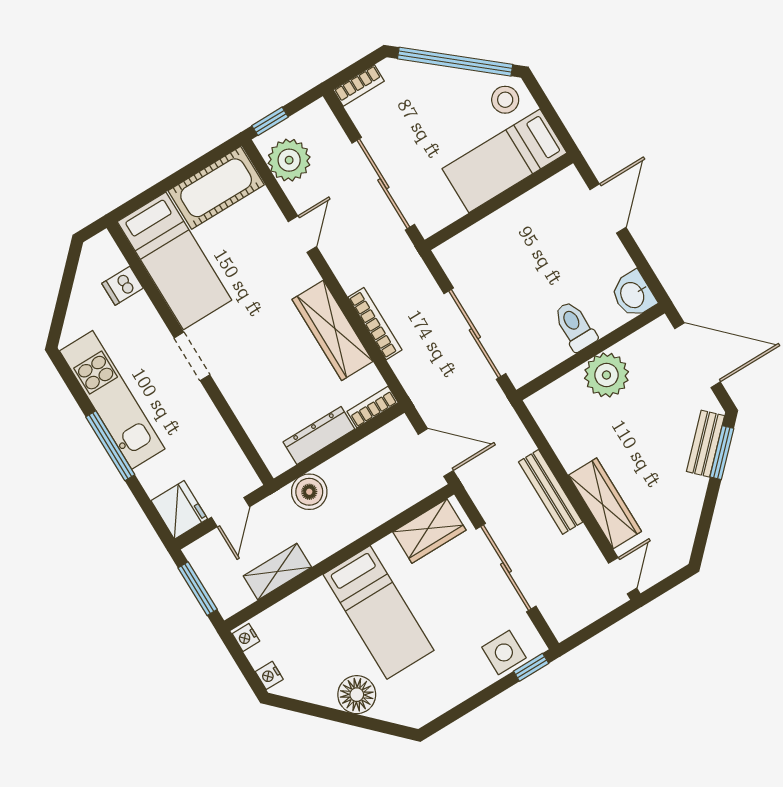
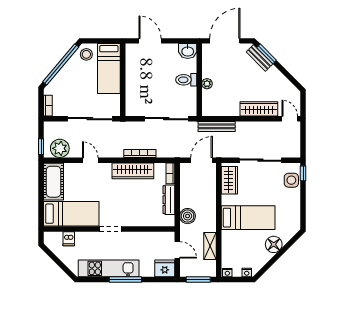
plant: (606, 375) -> (207, 84), width x0.53, depth x0.53
bench: (551, 492) -> (217, 126), moved

